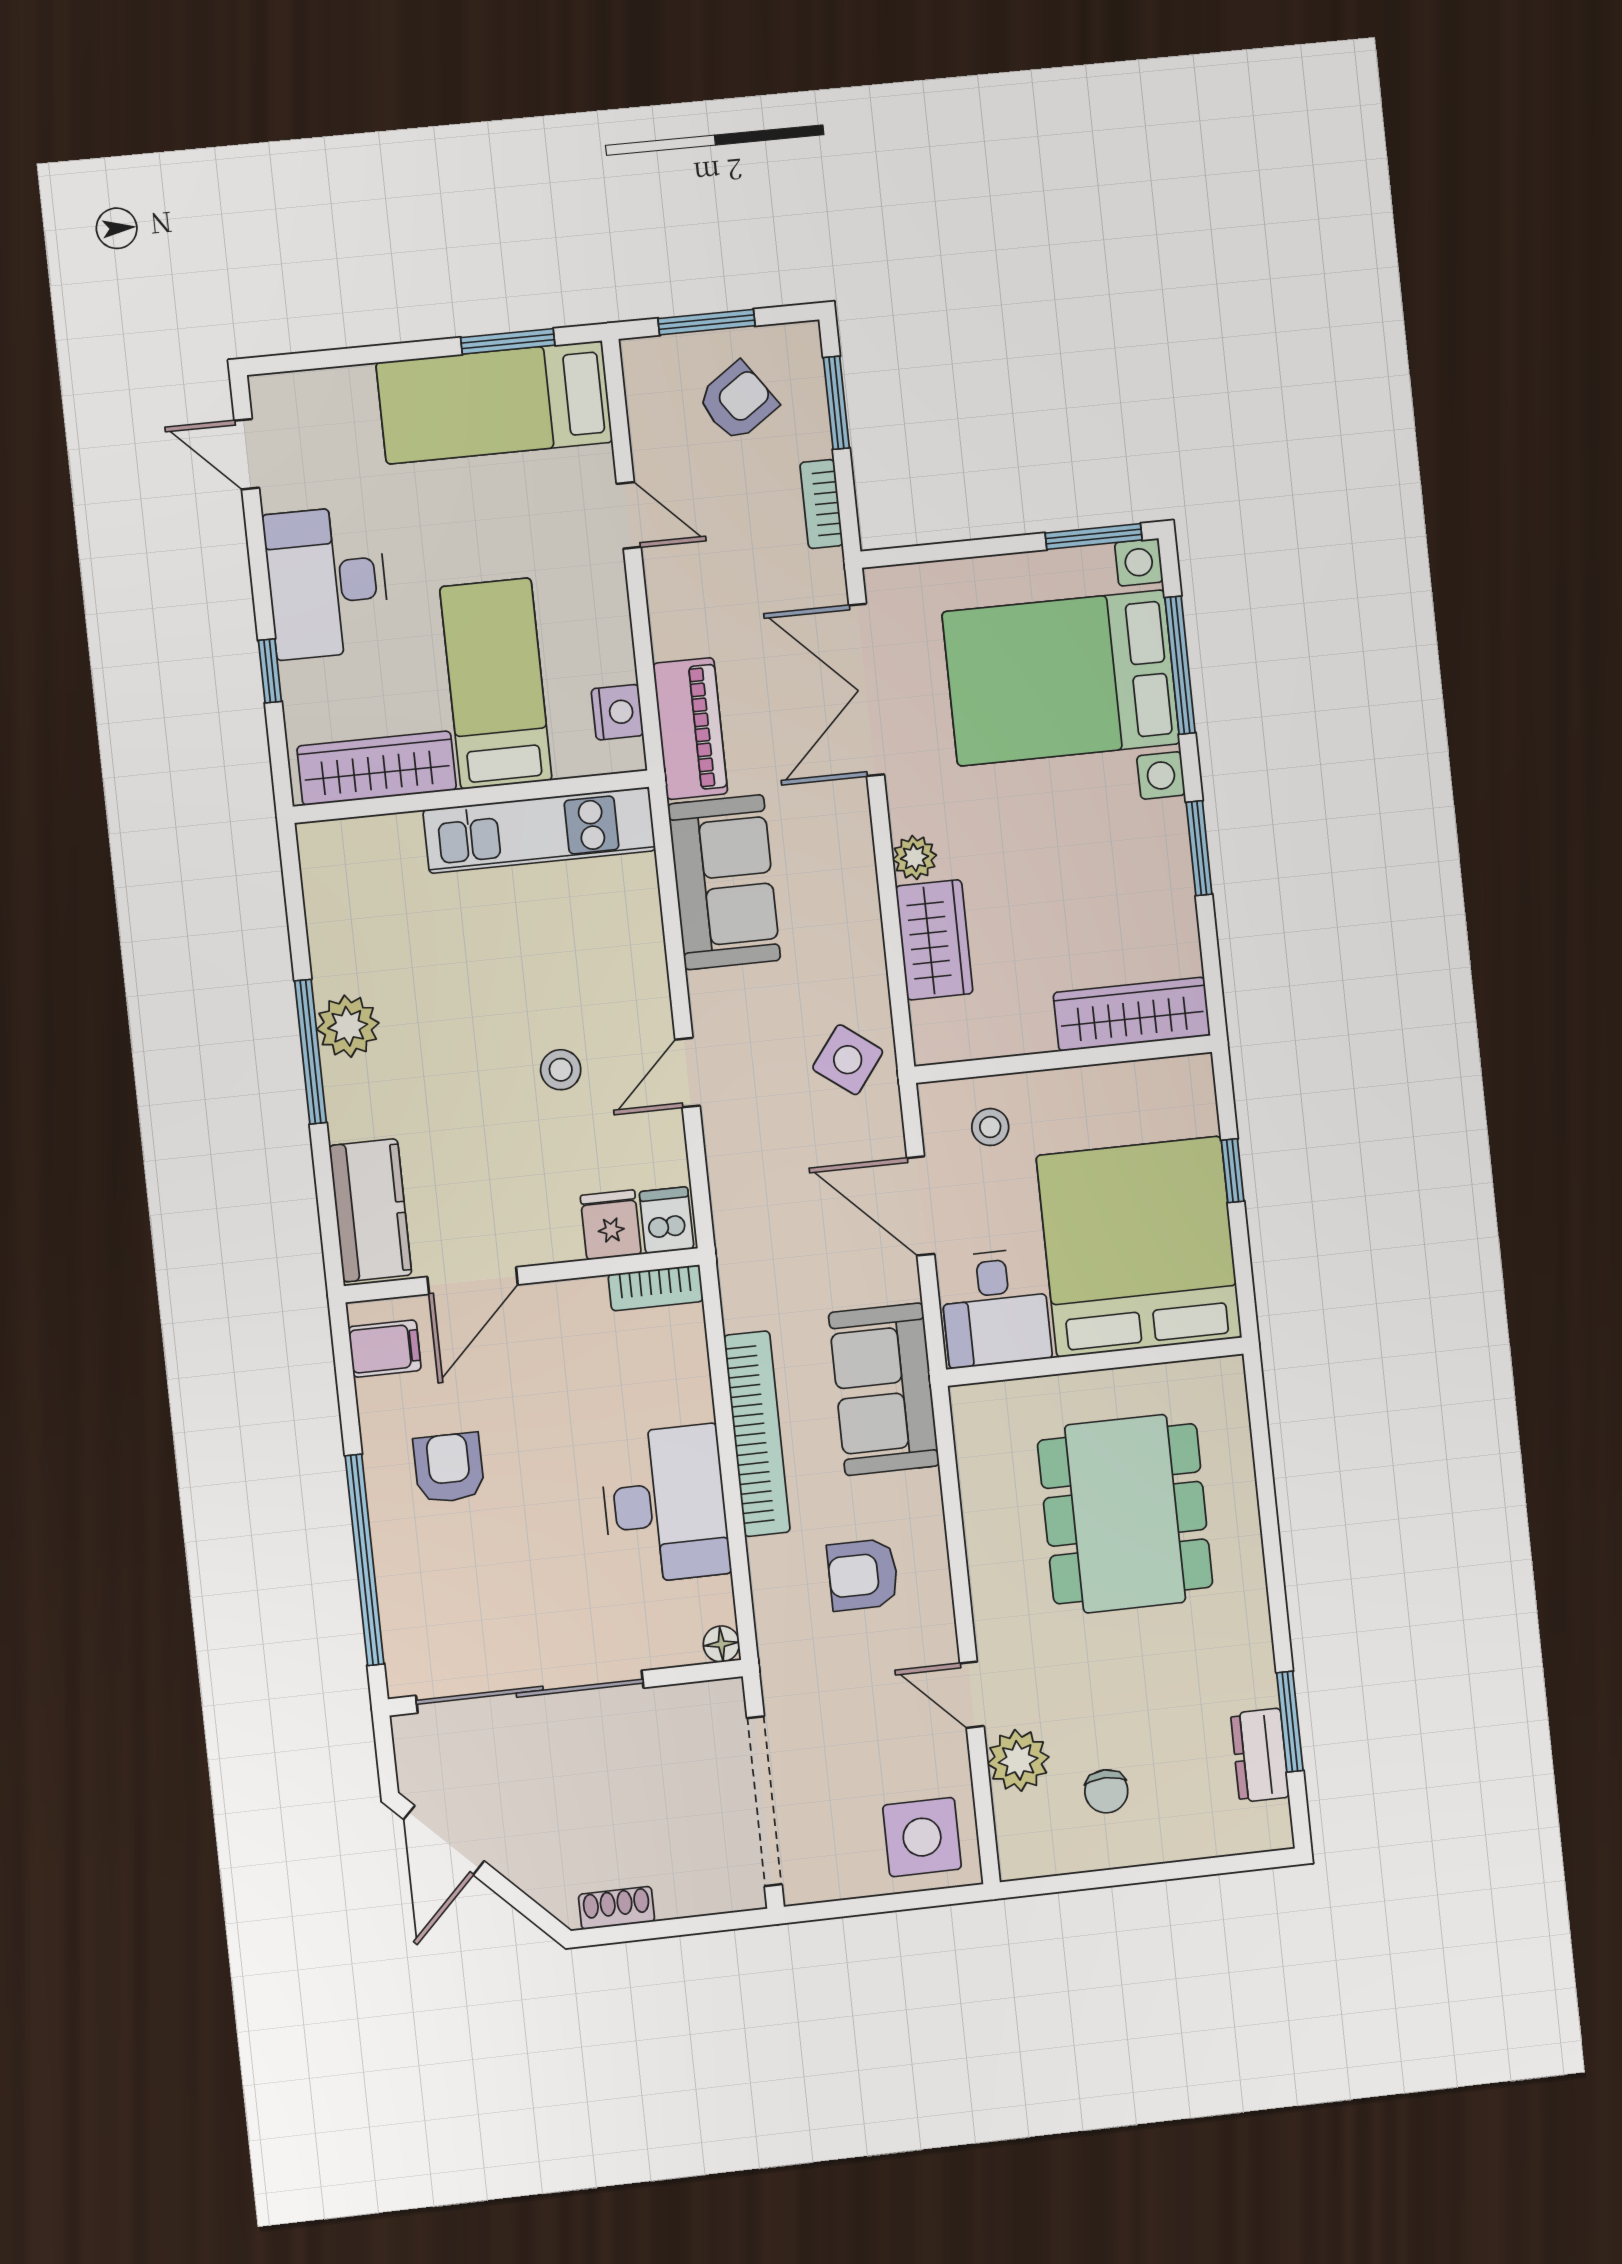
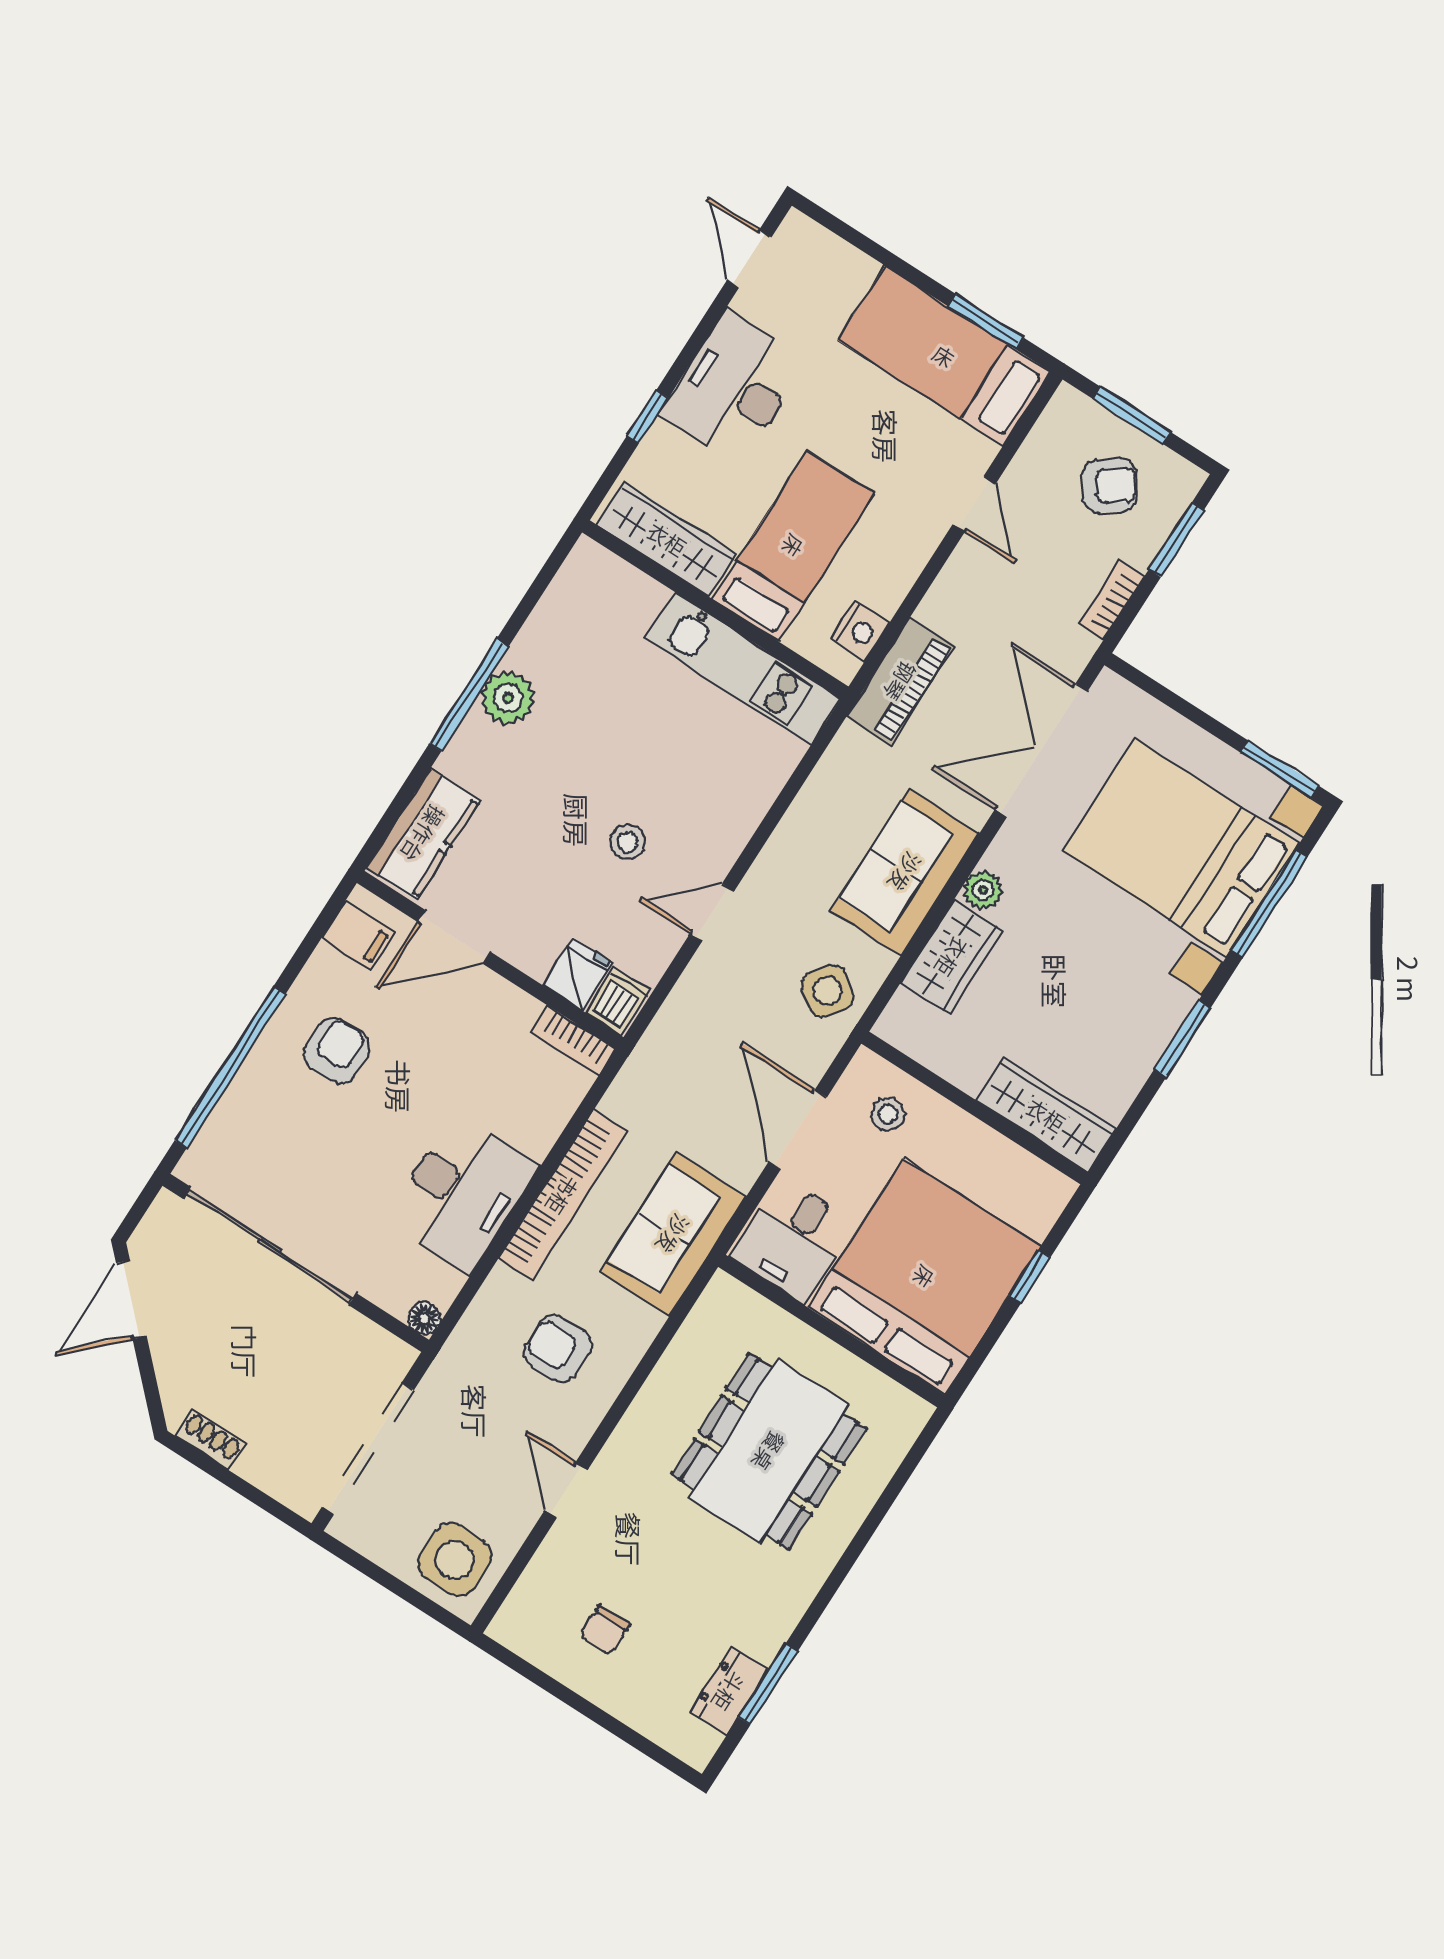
sofa: (724, 882) -> (905, 872), moved, turned 180
plant: (1018, 1760) -> (562, 1560), removed

